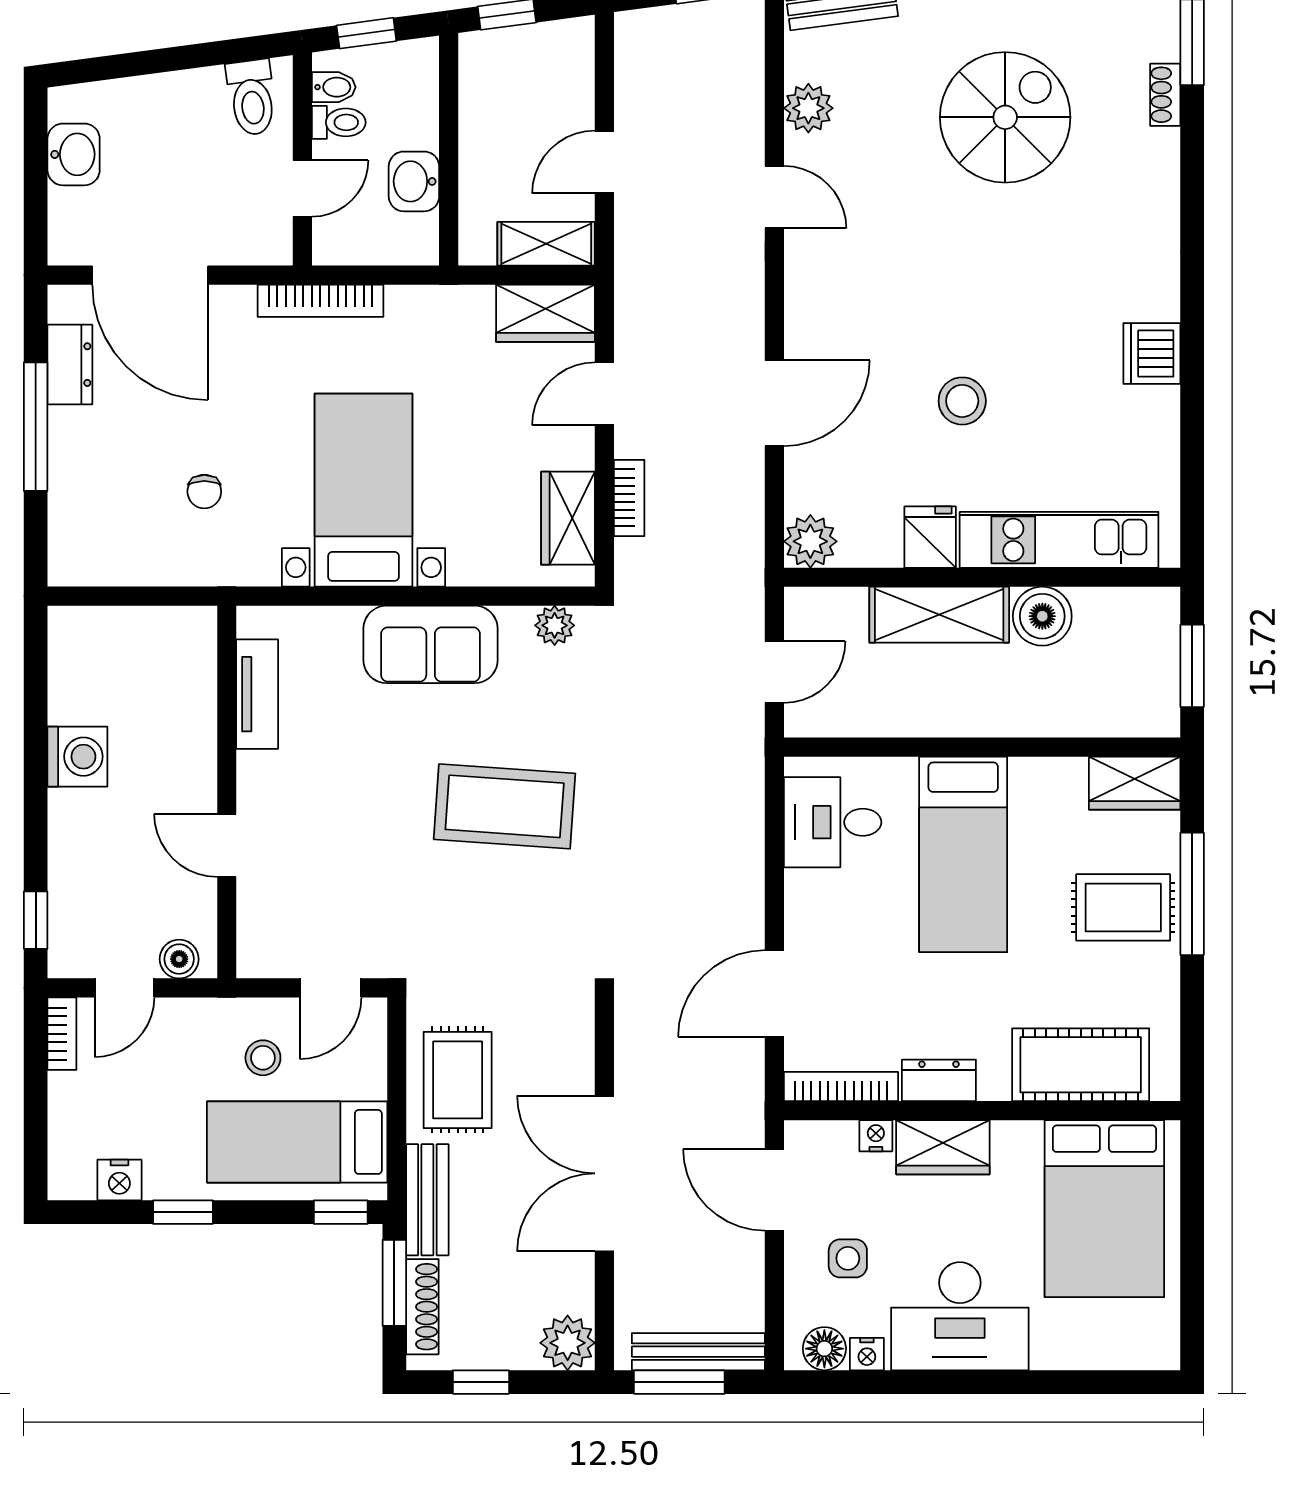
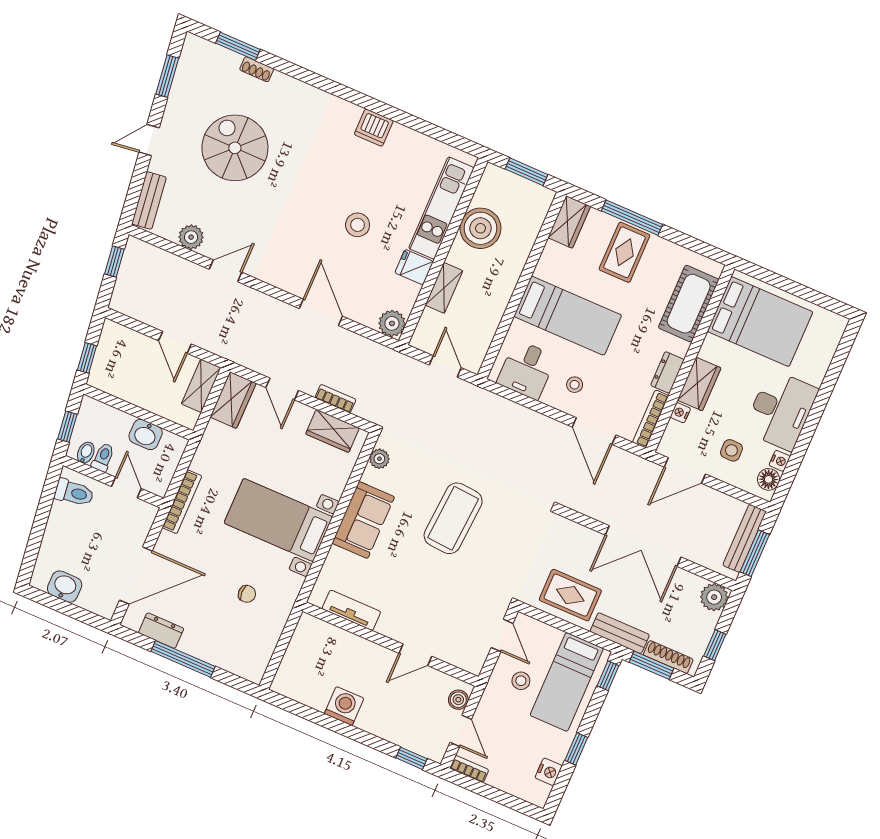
shelving: (939, 615) -> (444, 288), width x0.67, depth x0.75
boiler: (1042, 616) -> (480, 228), width x1.37, depth x1.37
stool: (843, 921) -> (575, 385), added

